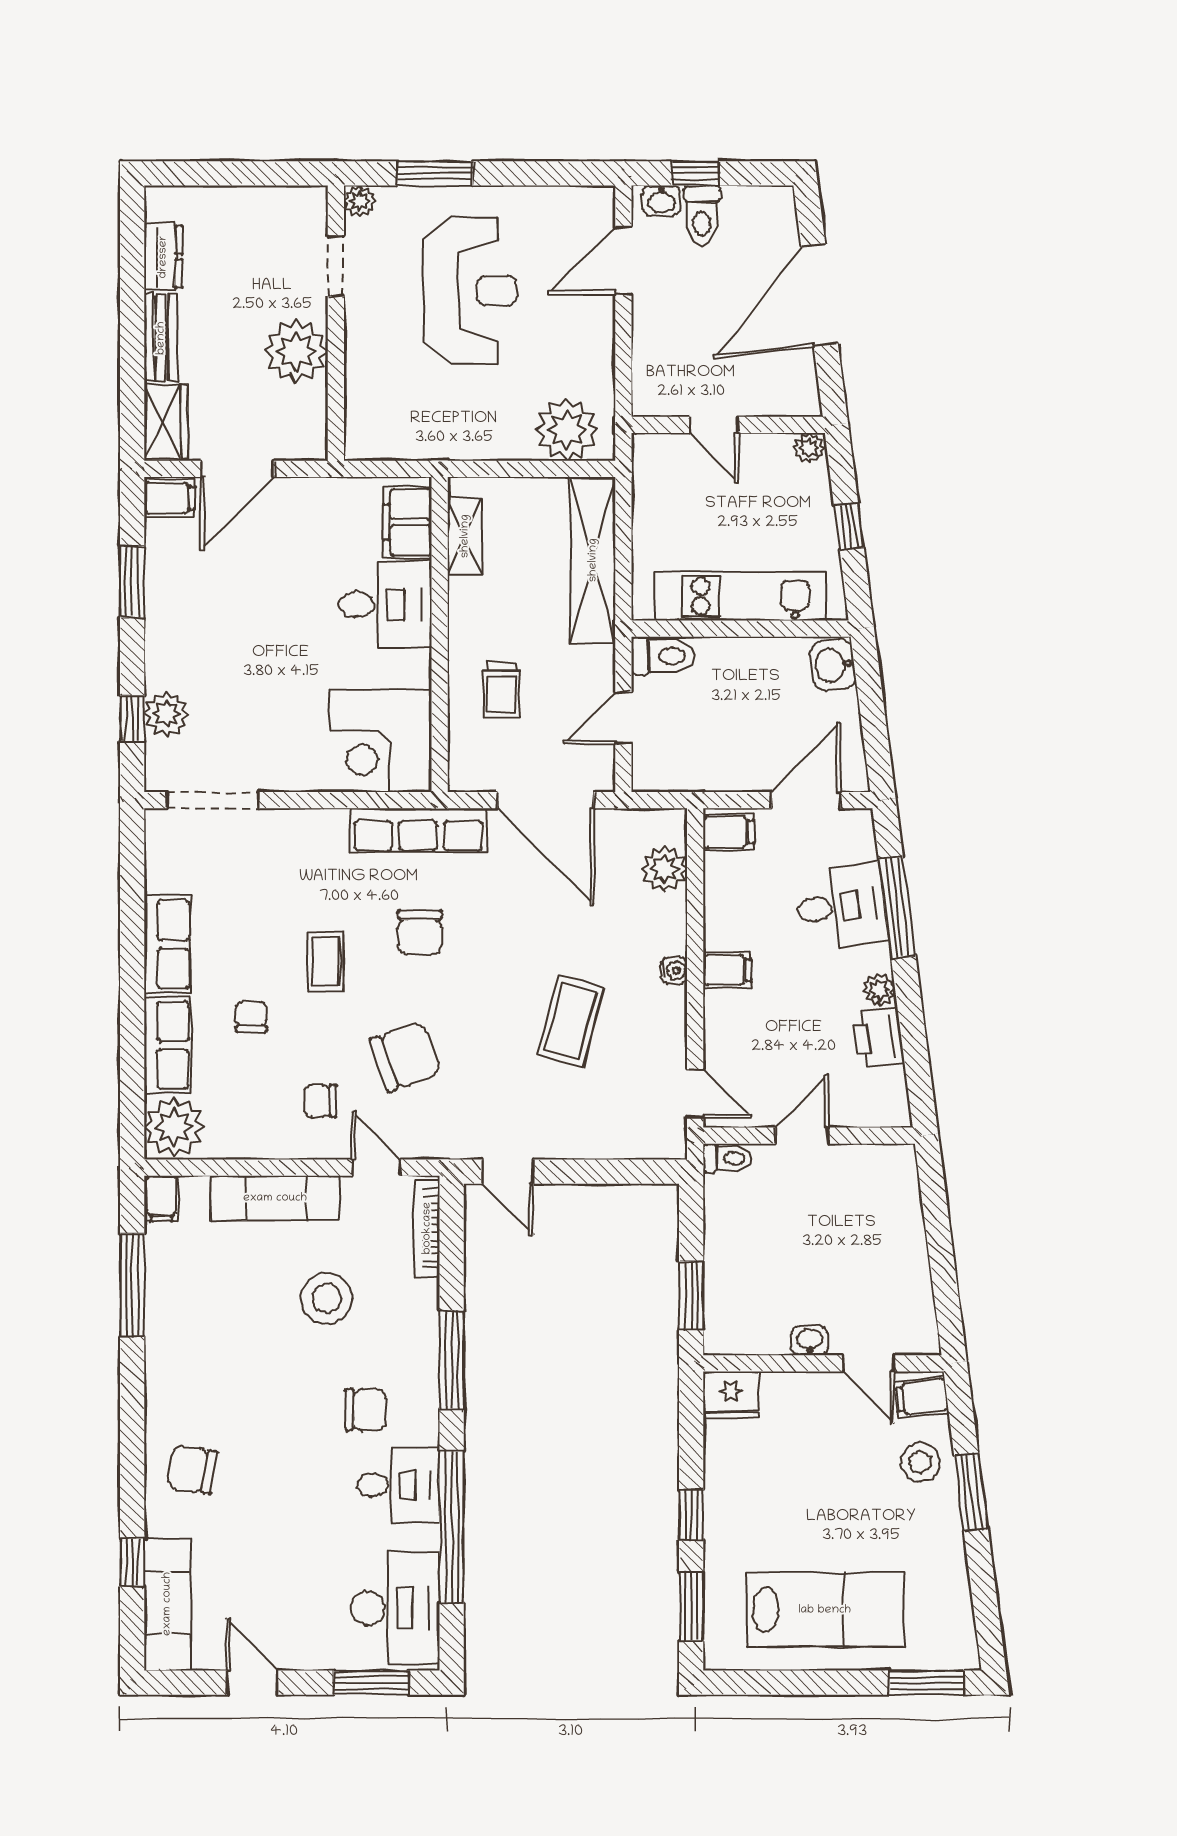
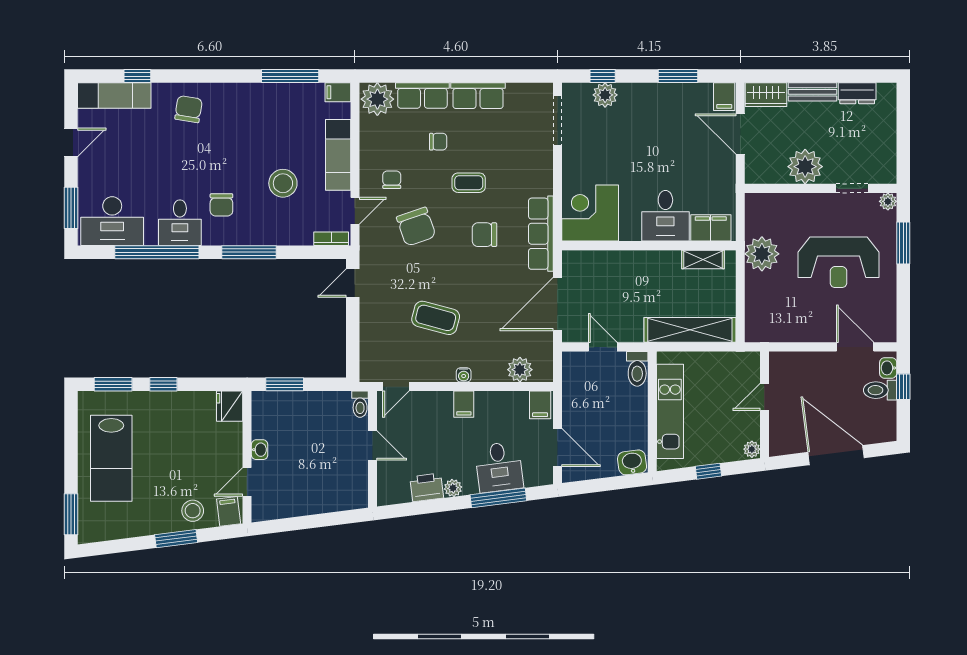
plant: (567, 430) -> (762, 254), moved
trolley: (502, 691) -> (618, 280), removed
bookcase: (427, 1228) -> (331, 239), width x0.64

